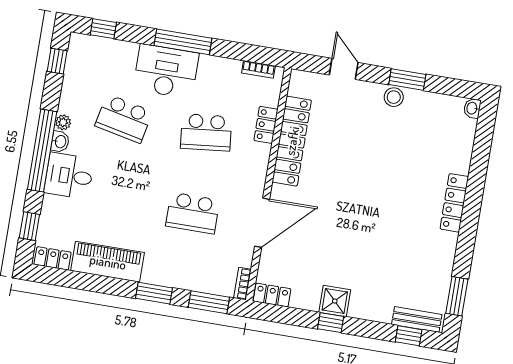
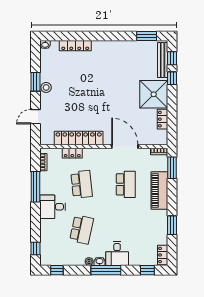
window: (183, 42) -> (35, 187), moved
desk: (166, 71) -> (53, 207), width x0.73
window: (42, 151) -> (106, 270), width x0.68
locker: (454, 203) -> (75, 46), moved
piano: (108, 262) -> (159, 191), moved
window: (154, 293) -> (172, 225), moved
locker: (272, 295) -> (162, 119), moved
shower: (335, 301) -> (154, 94), width x1.86, depth x1.86
bench: (417, 319) -> (163, 60), width x1.36
window: (331, 323) -> (172, 78), moved

